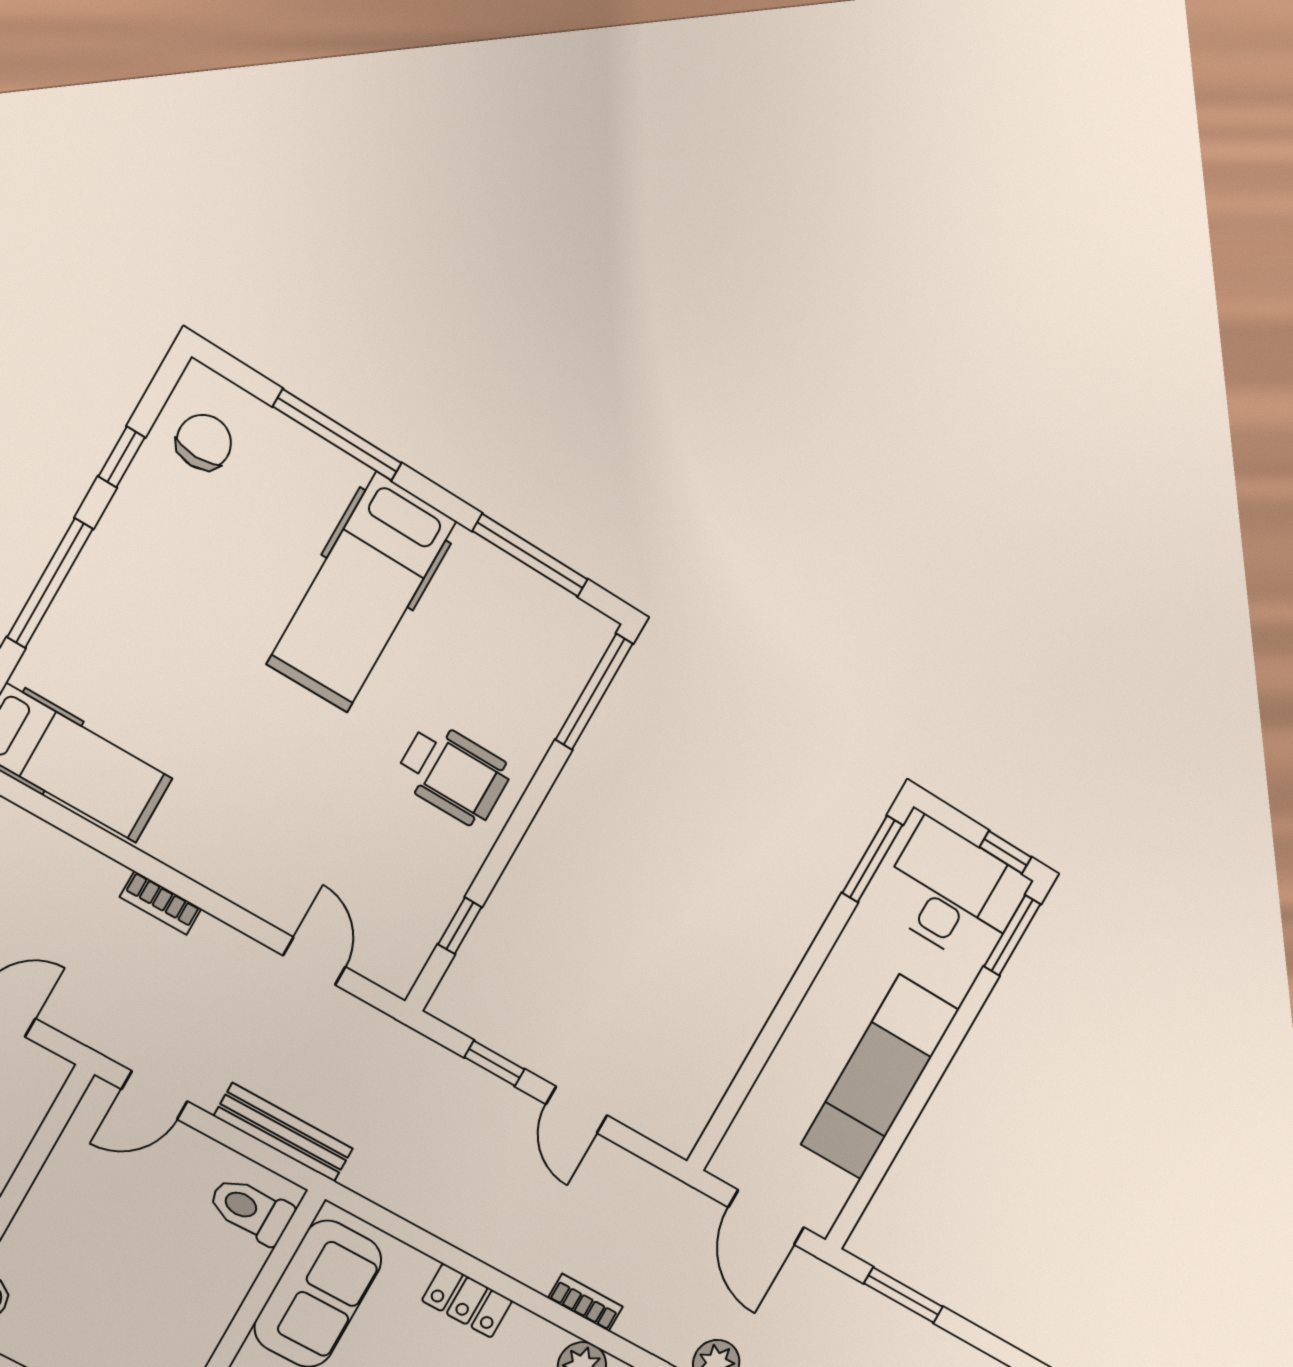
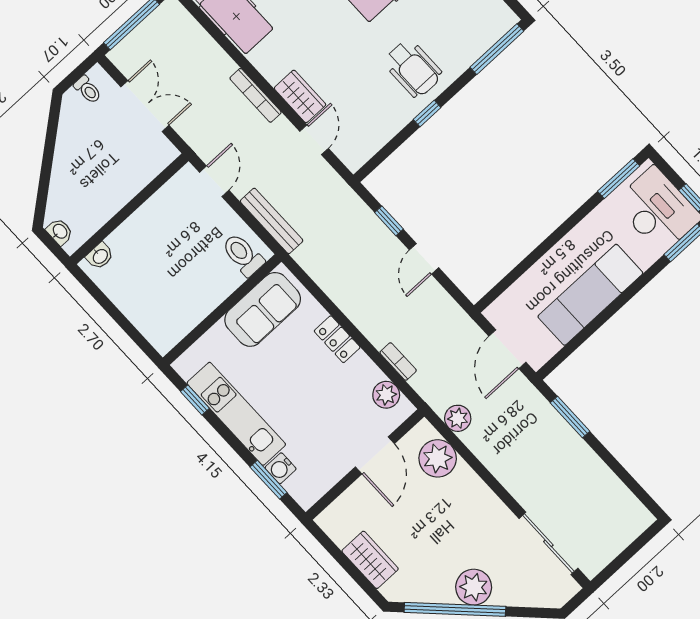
wardrobe: (263, 890) -> (300, 96), added
bookcase: (161, 903) -> (256, 95), width x1.56
window: (460, 926) -> (427, 114), moved
door: (155, 1095) -> (214, 181), swing flipped

